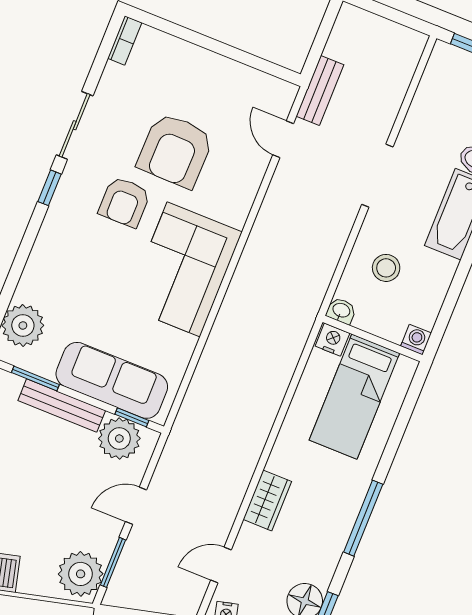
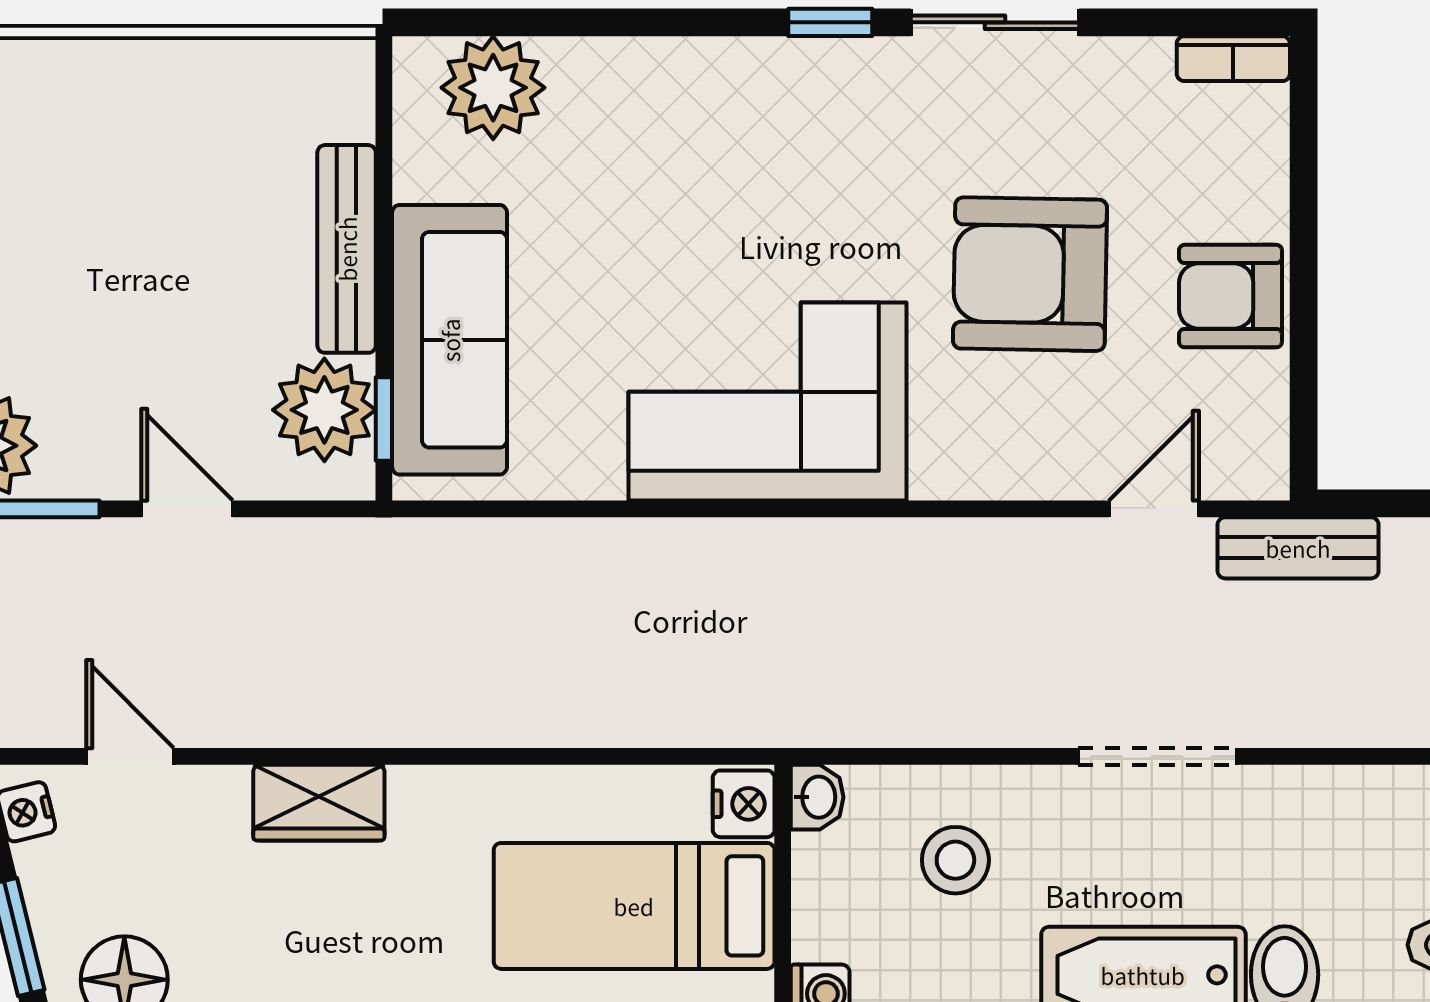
armchair: (124, 202) -> (1230, 296), moved
window: (35, 379) -> (384, 165), removed

